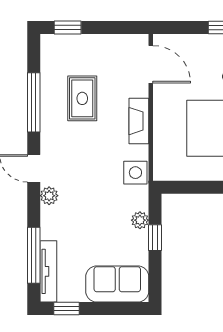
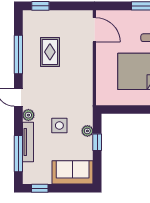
fireplace: (139, 121) -> (87, 67), removed
side table: (135, 173) -> (59, 125), moved
tv unit: (48, 271) -> (28, 142), moved

